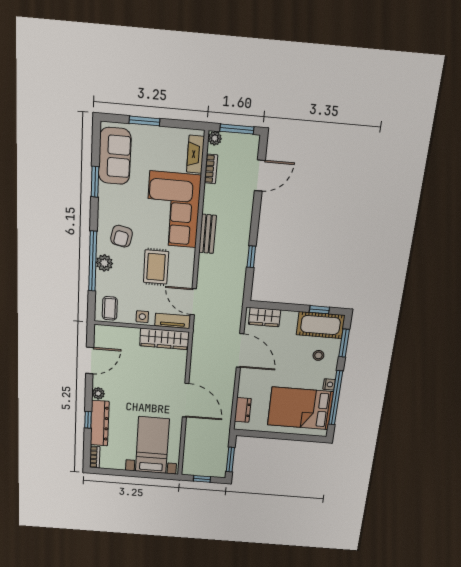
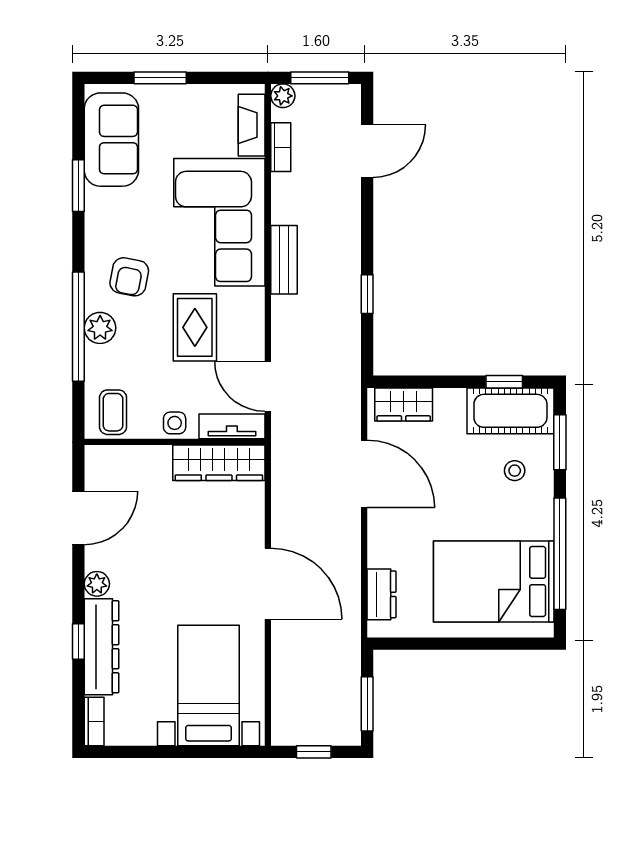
nightstand: (329, 384) -> (543, 527), removed

